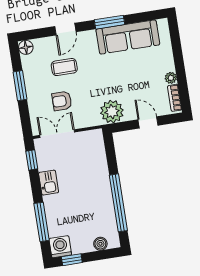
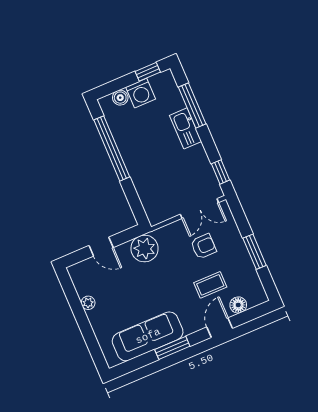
floor lamp: (26, 47) -> (238, 305), moved
bookcase: (175, 98) -> (78, 282), removed
kitchen sink: (49, 183) -> (186, 128), moved, width x1.38
washing machine: (60, 247) -> (141, 93), moved

